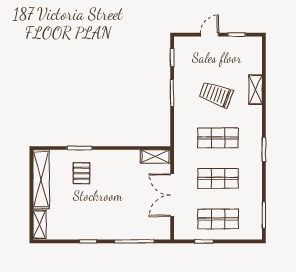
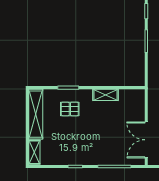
shelving: (155, 156) -> (106, 95), moved
pallet: (81, 173) -> (70, 109), turned 90
double door: (172, 195) -> (146, 140), moved

